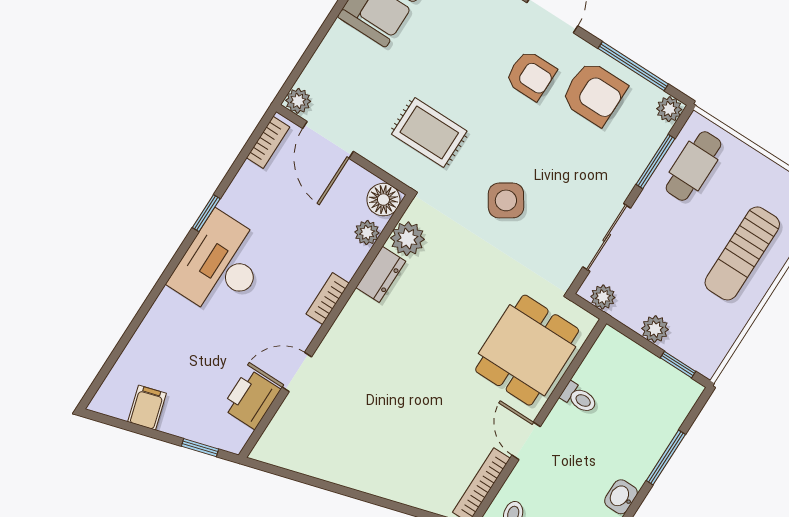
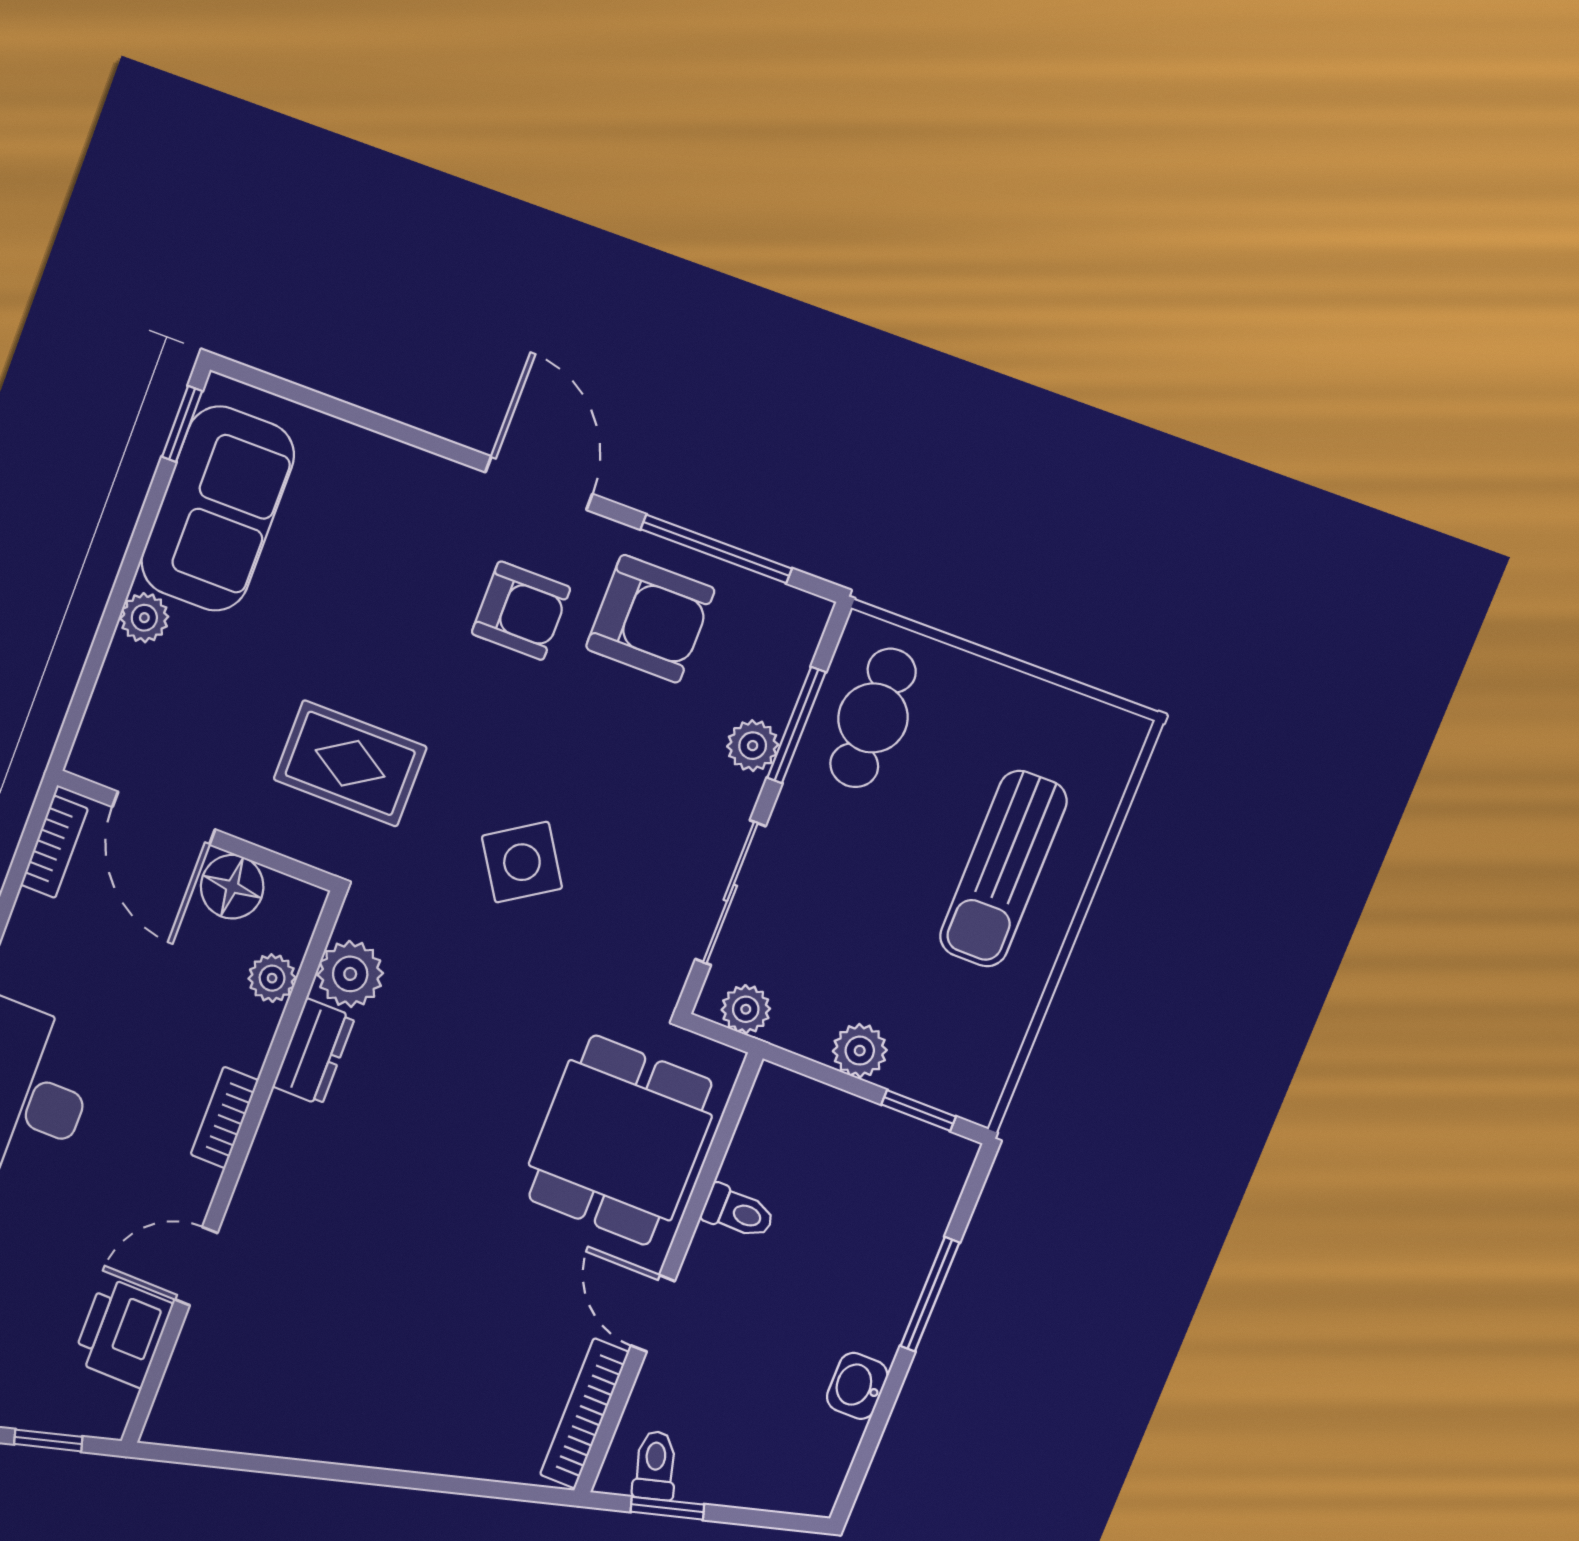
plant: (298, 101) -> (144, 618), moved
plant: (669, 109) -> (753, 746), moved
floor lamp: (383, 200) -> (232, 887), moved

